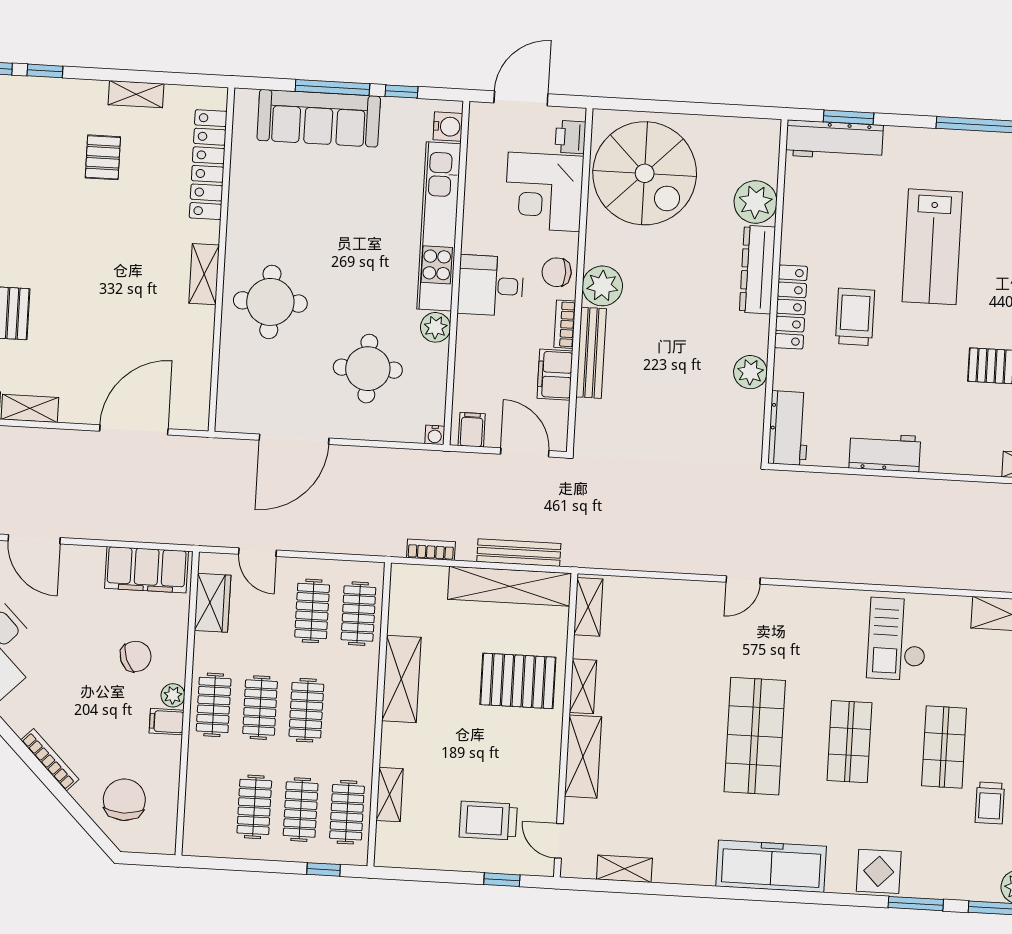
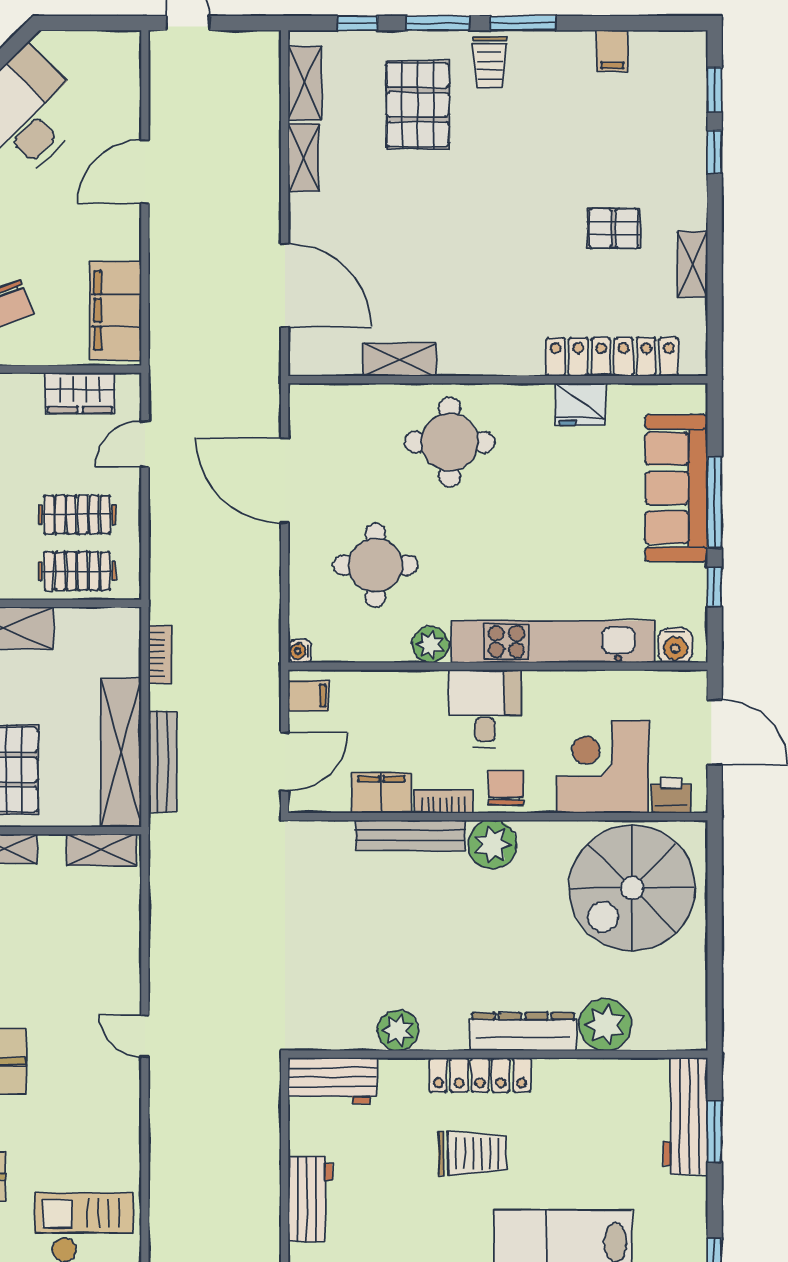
fridge: (246, 193) -> (580, 404), added
shelving: (204, 274) -> (400, 360), moved

